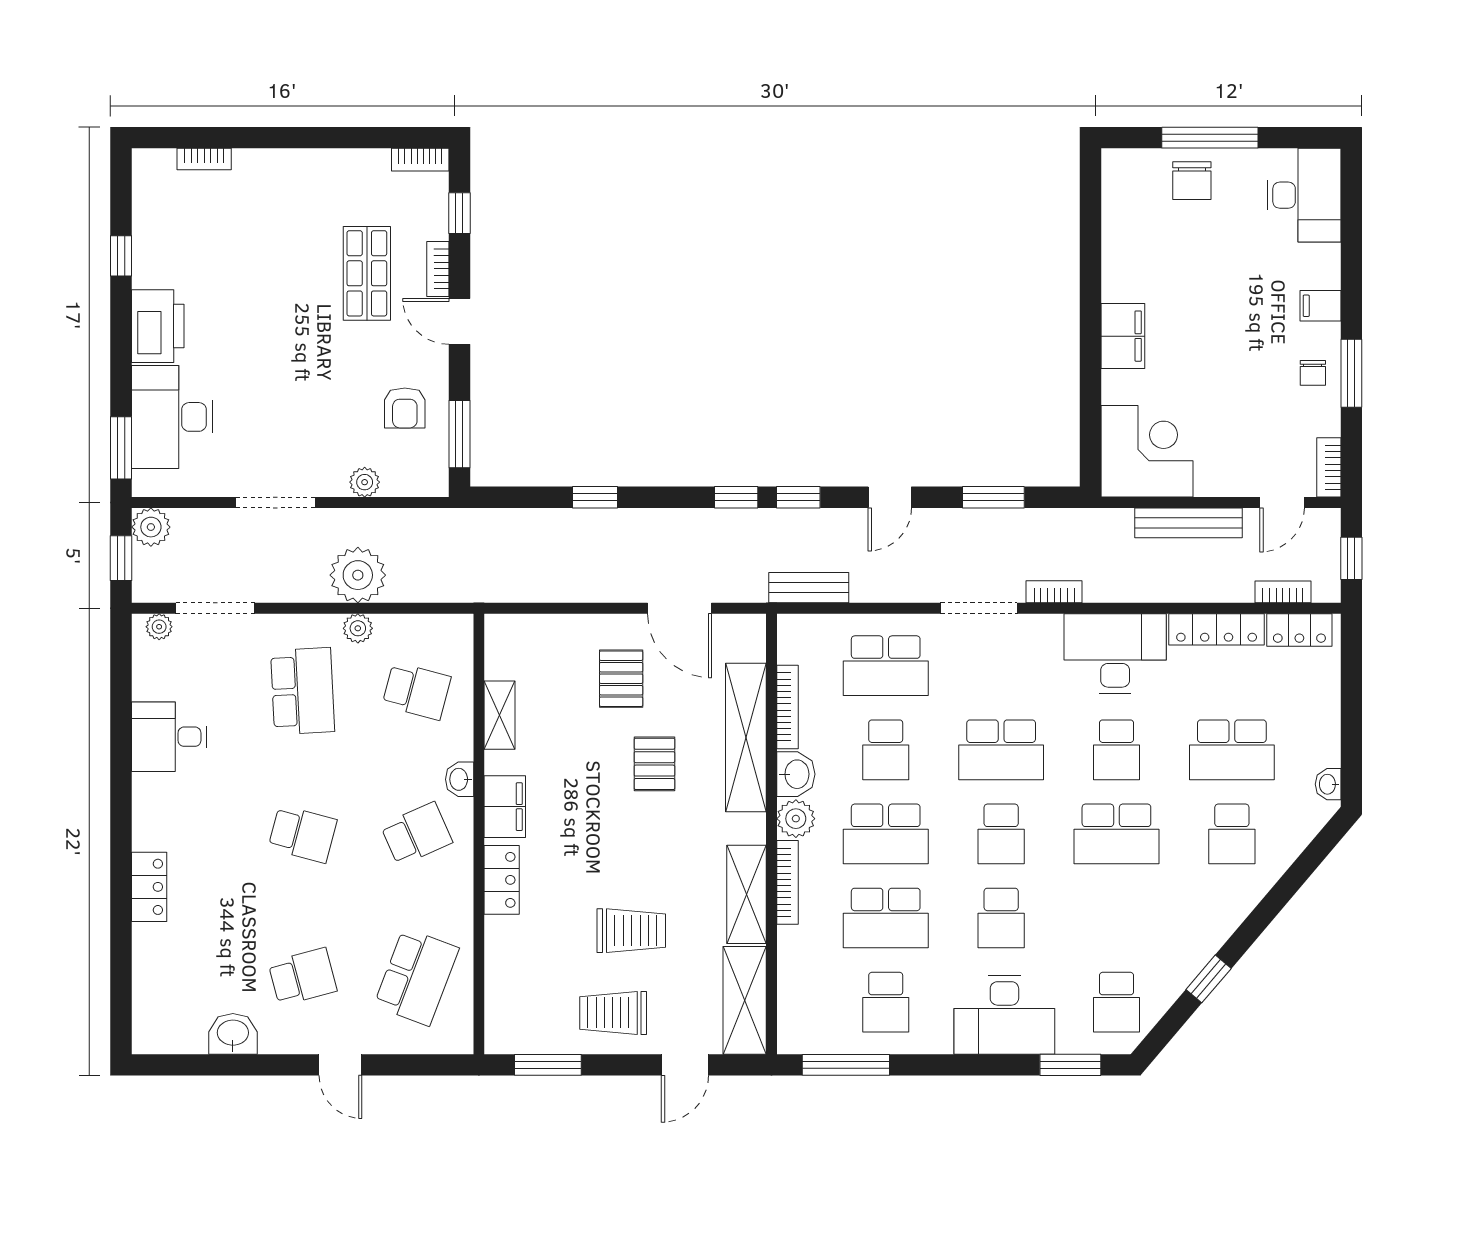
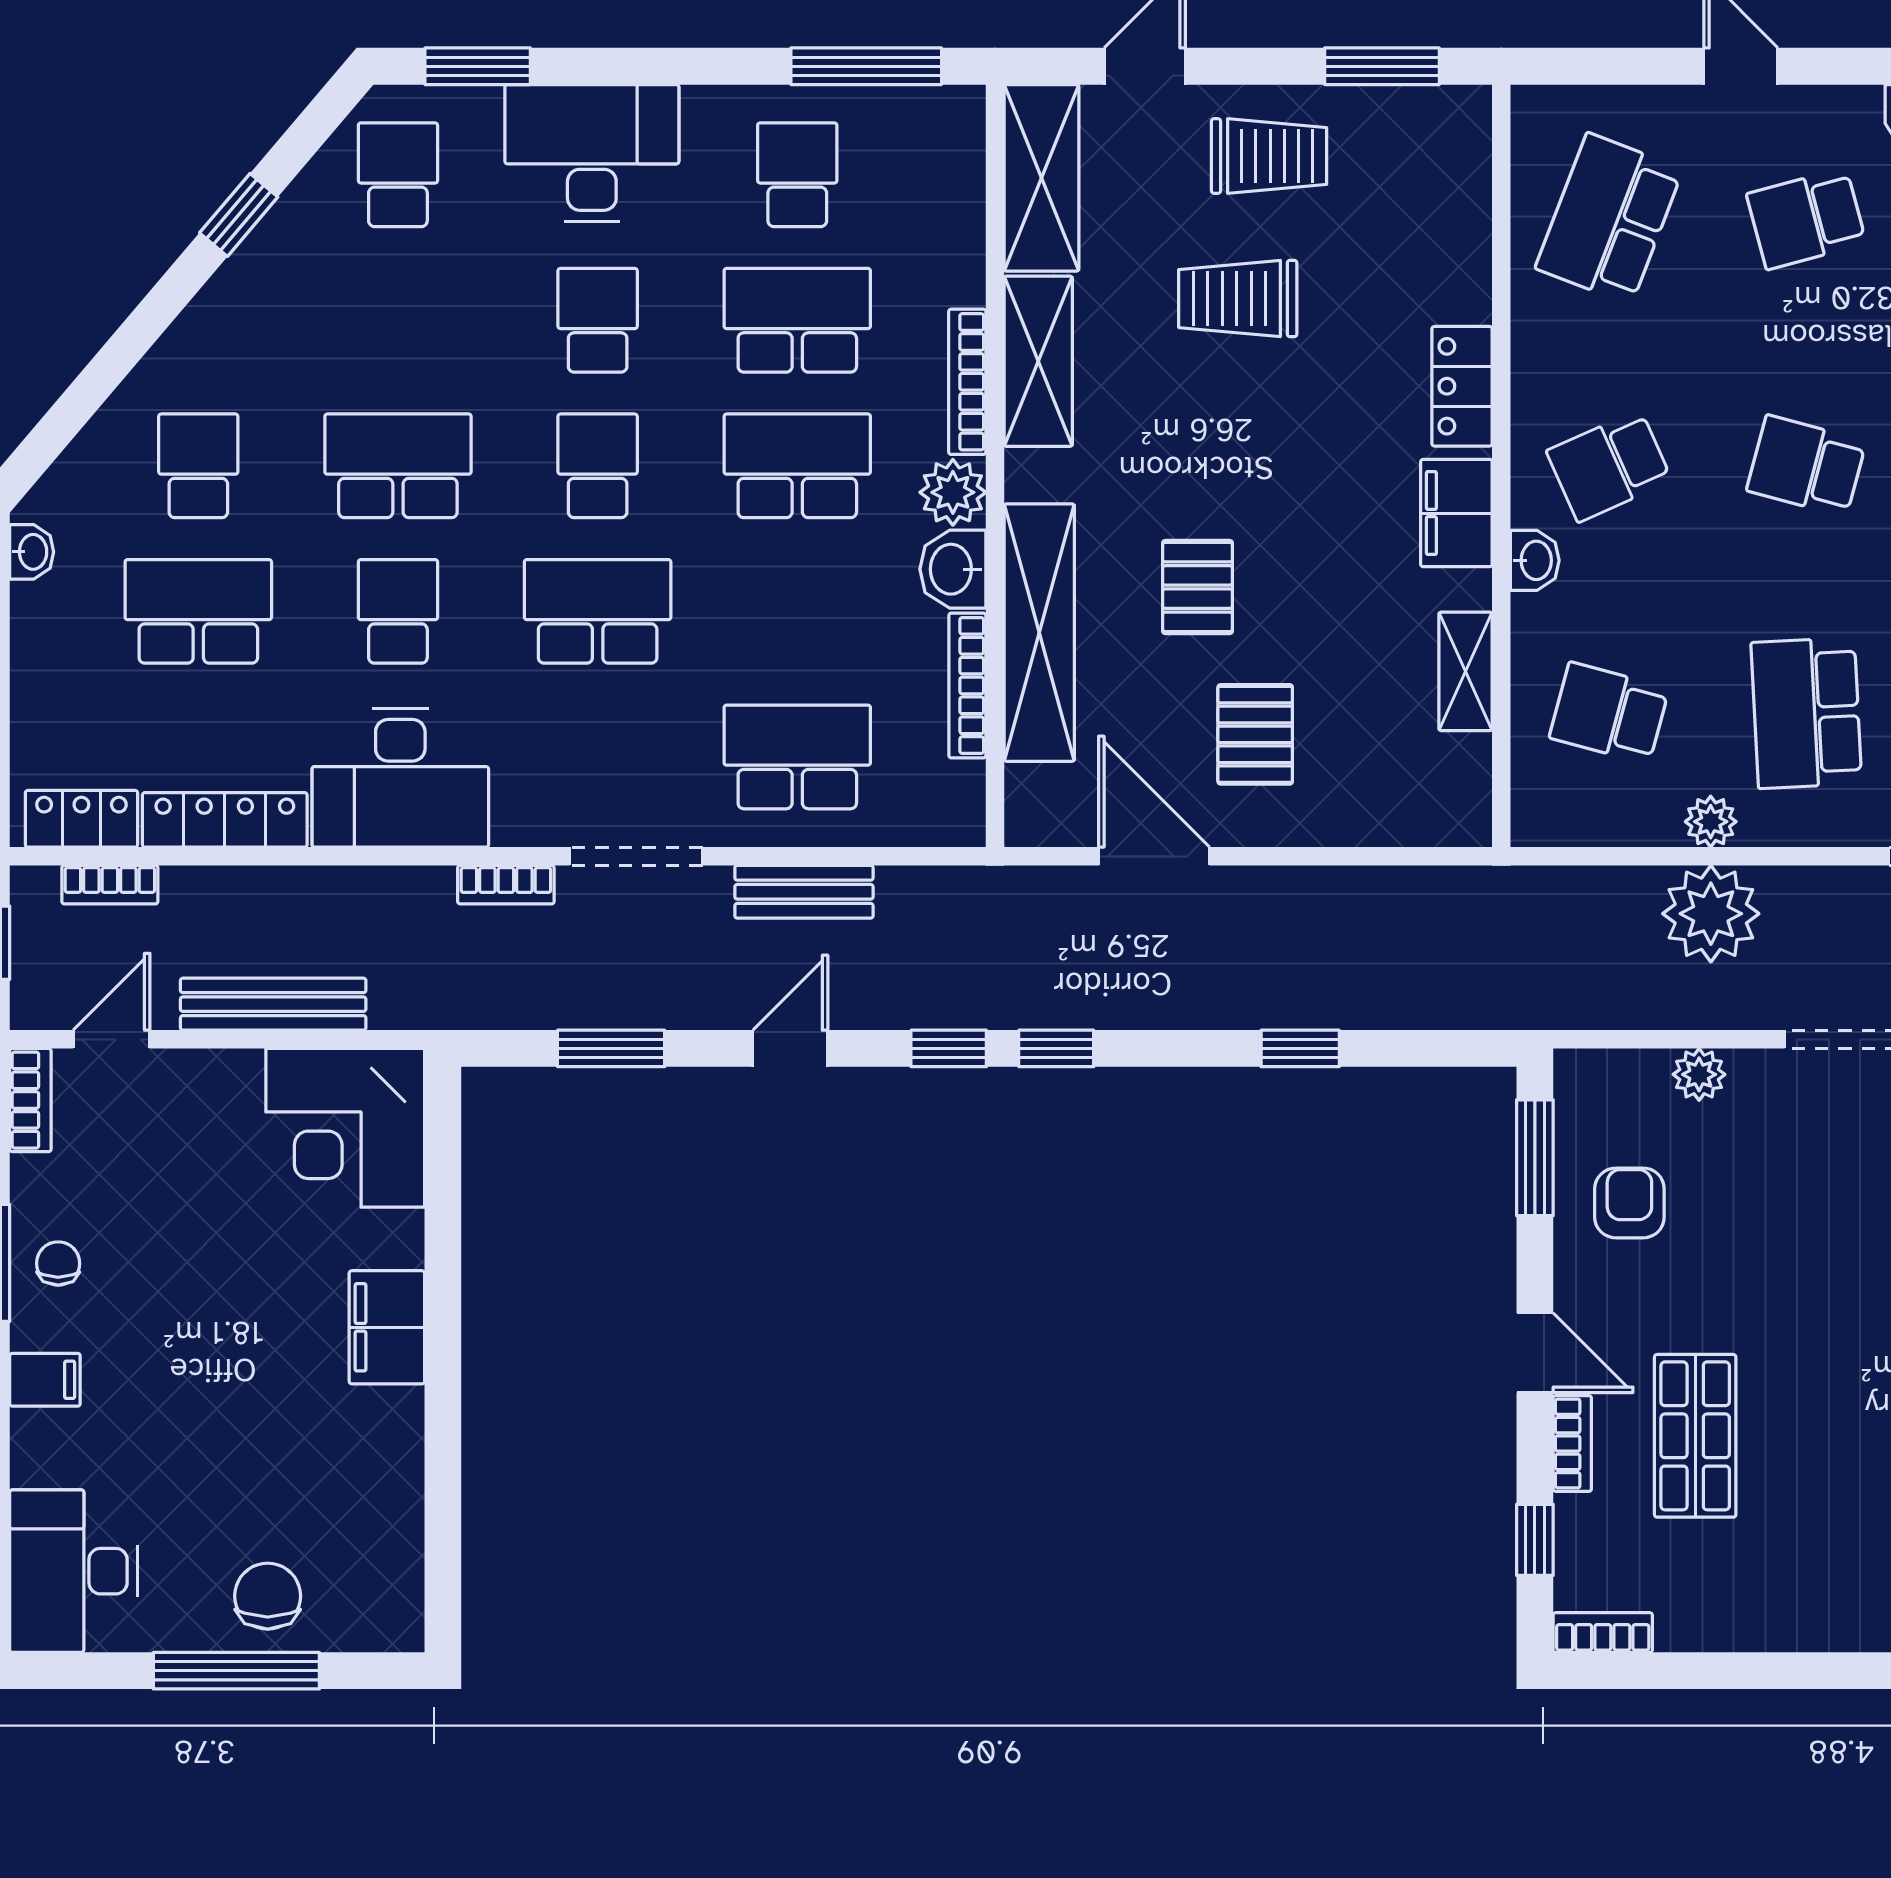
bench: (809, 588) -> (804, 892), moved
school desk: (886, 750) -> (797, 611), removed

